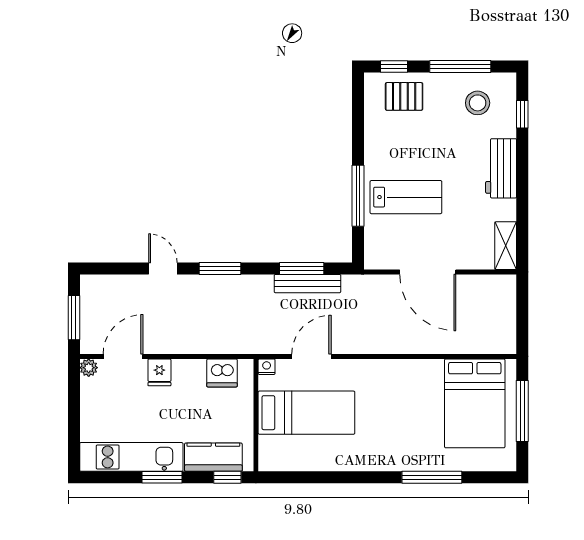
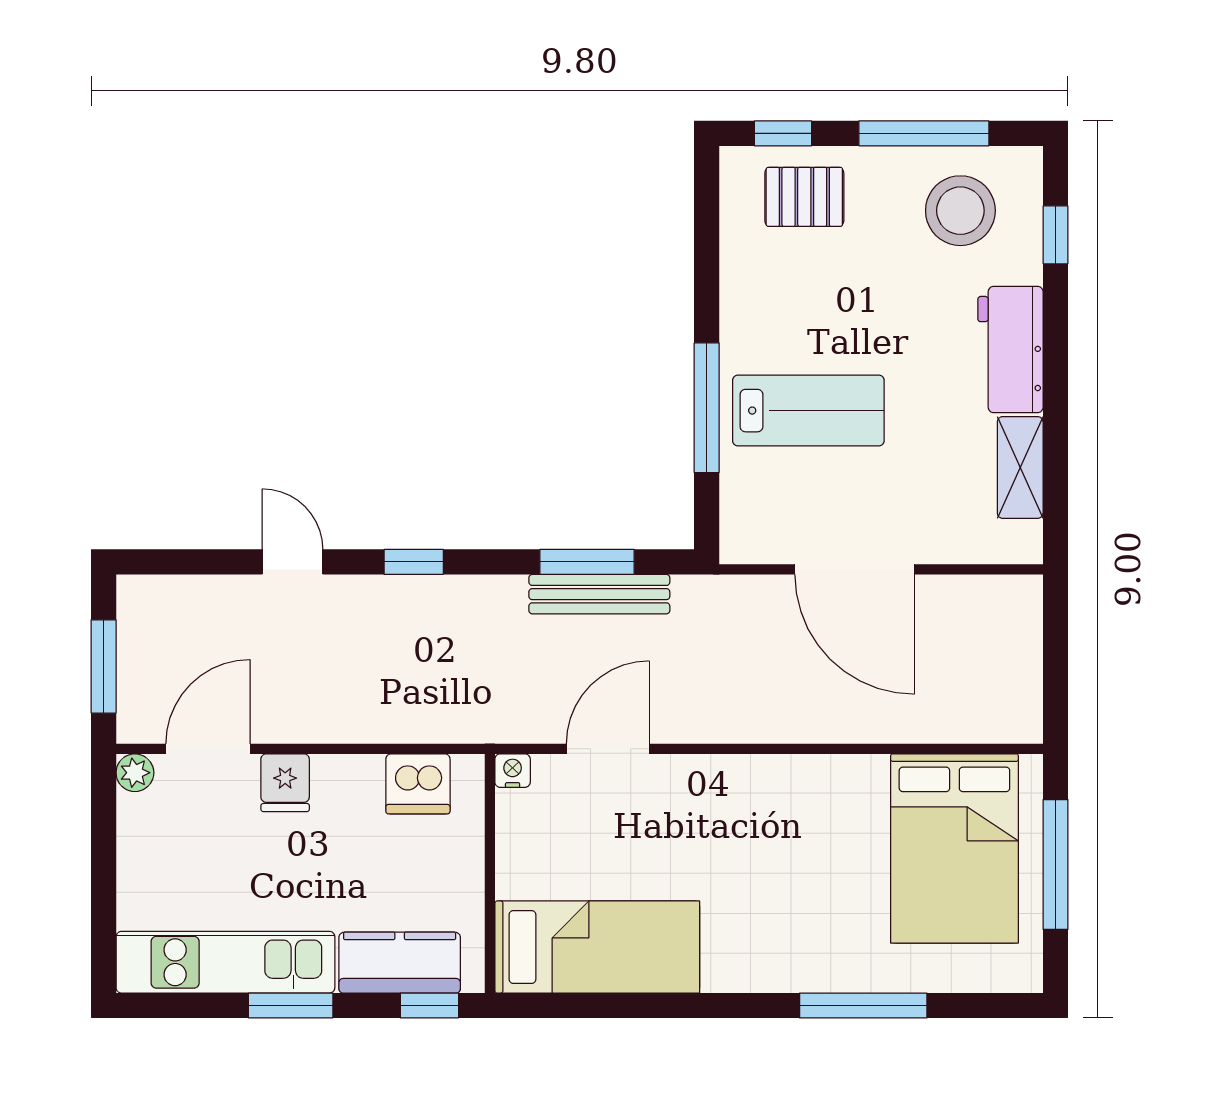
stool: (478, 103) -> (960, 211), width x1.38, depth x1.38
shelving: (506, 246) -> (1020, 467), moved
window: (220, 268) -> (414, 562), width x0.67
bed: (306, 413) -> (597, 947), moved

